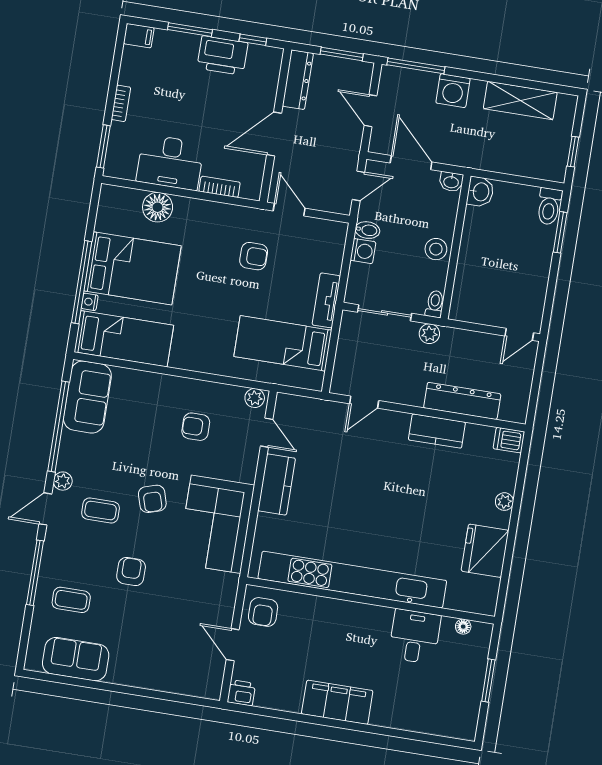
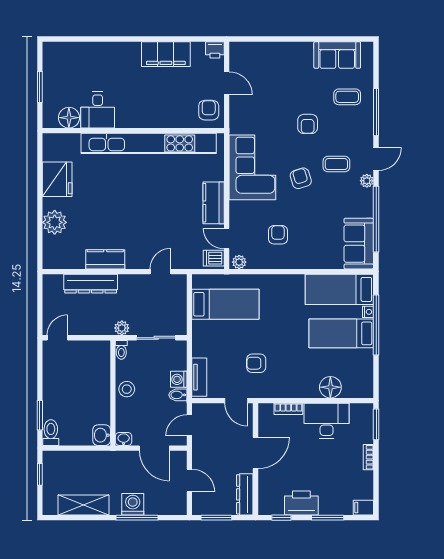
window: (416, 66) -> (137, 518), moved
bed: (132, 268) -> (341, 333), width x0.67
tv unit: (326, 300) -> (199, 377), moved
armchair: (196, 427) -> (278, 235), turned -90
dishwasher: (509, 440) -> (214, 258), moved, turned 180
plant: (504, 502) -> (55, 222), width x1.87, depth x1.87
floor lamp: (463, 627) -> (69, 118), width x1.89, depth x1.89
filing cabinet: (337, 702) -> (166, 54), moved

